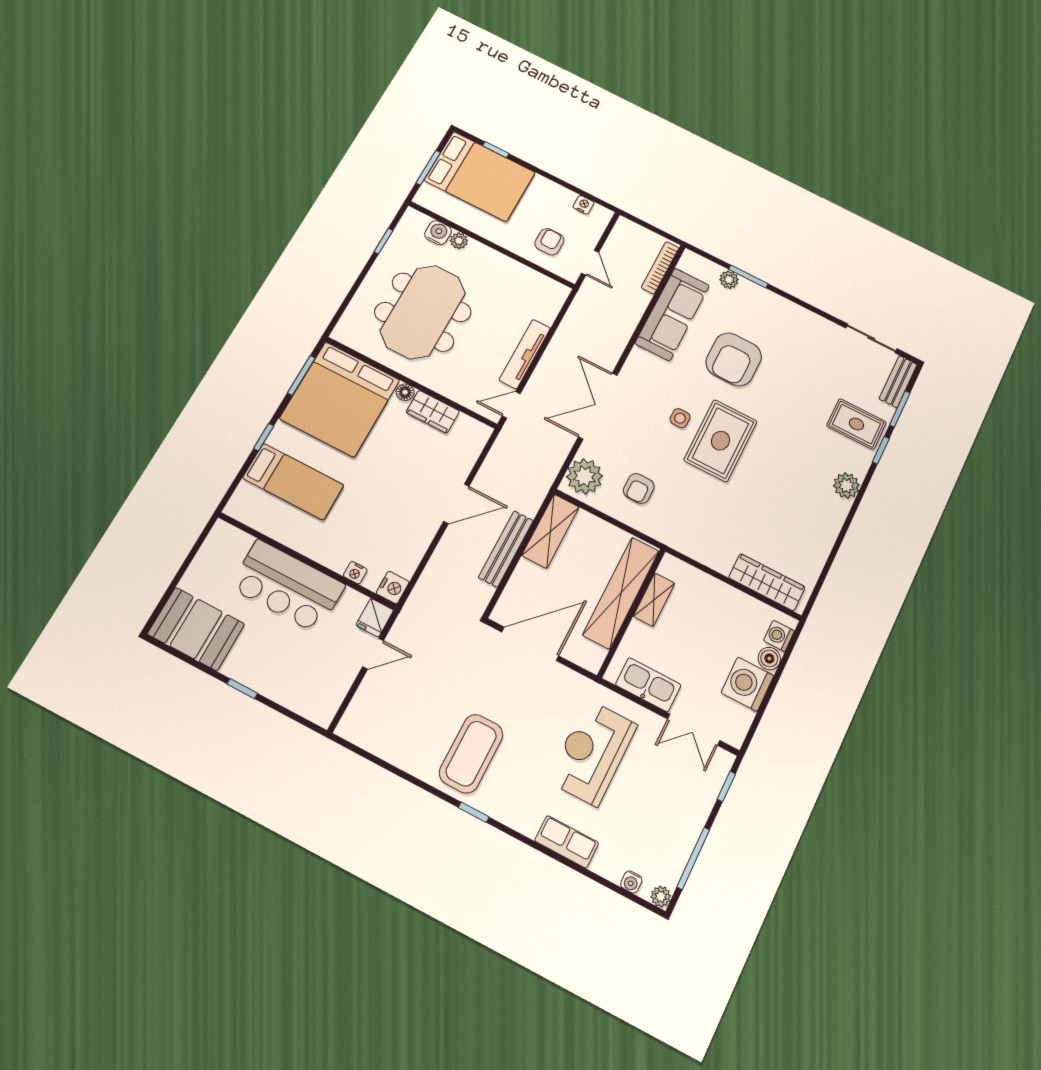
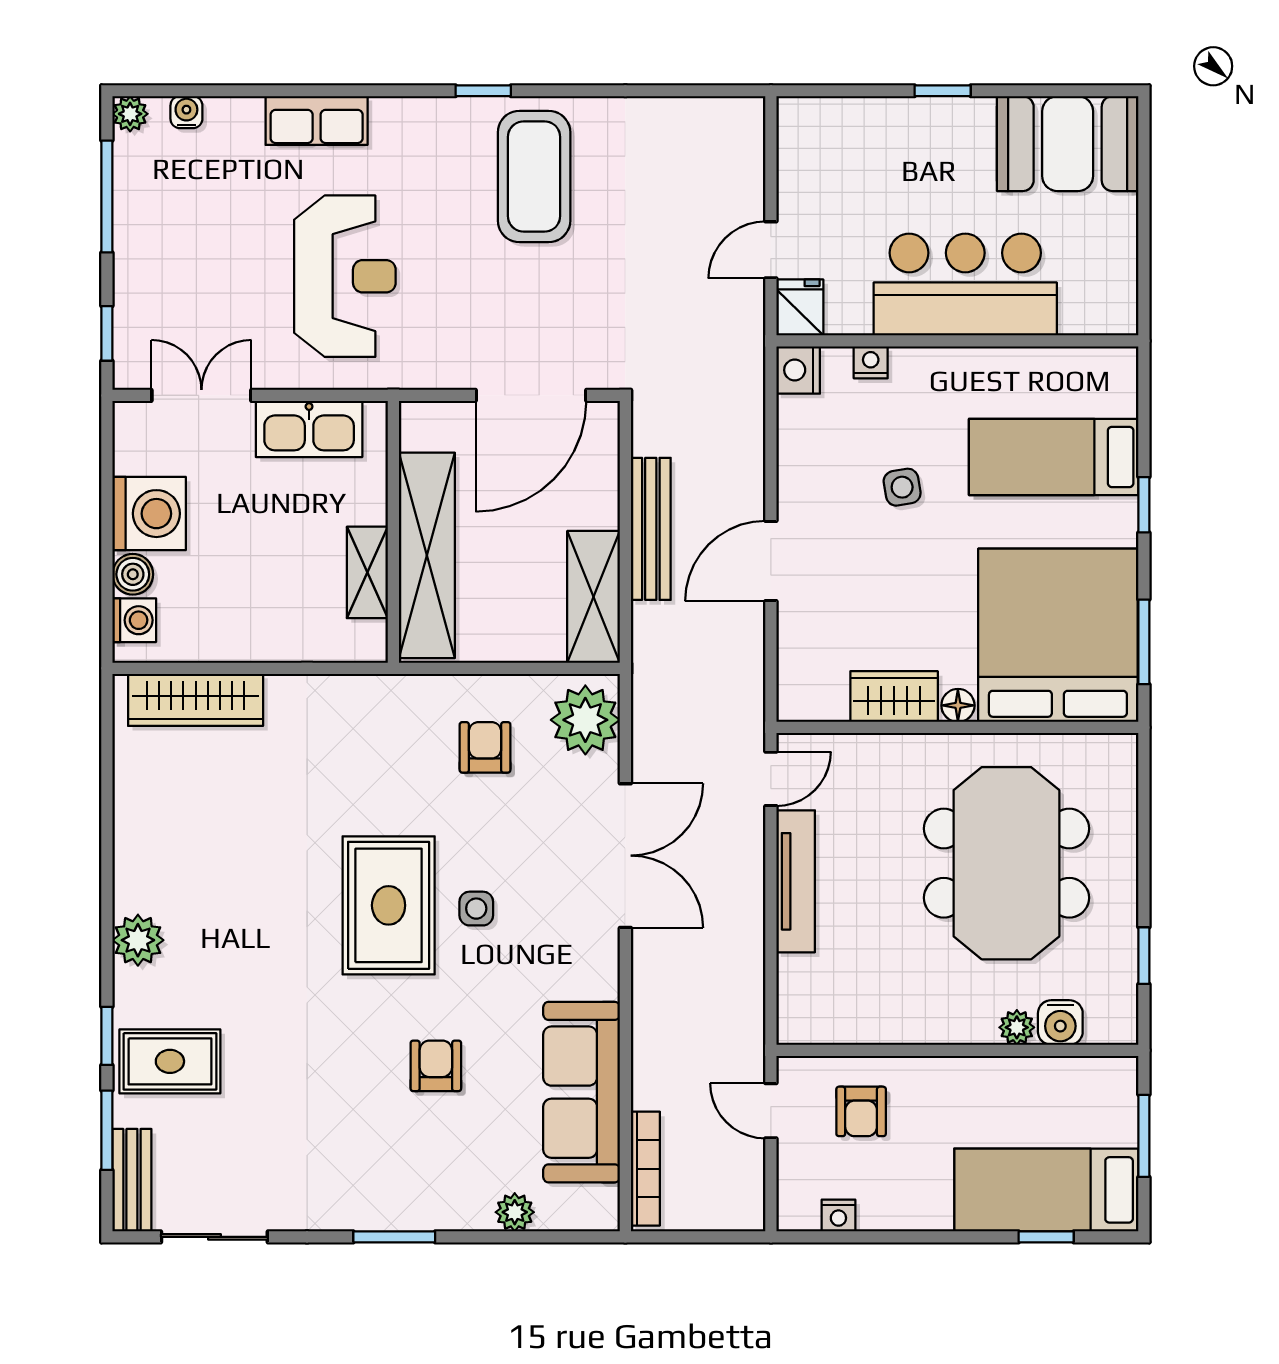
bed: (480, 176) -> (1046, 1190), width x0.67
window: (748, 277) -> (394, 1237), moved
armchair: (734, 359) -> (436, 1066), width x0.53, depth x0.53
side table: (374, 505) -> (902, 487), added

